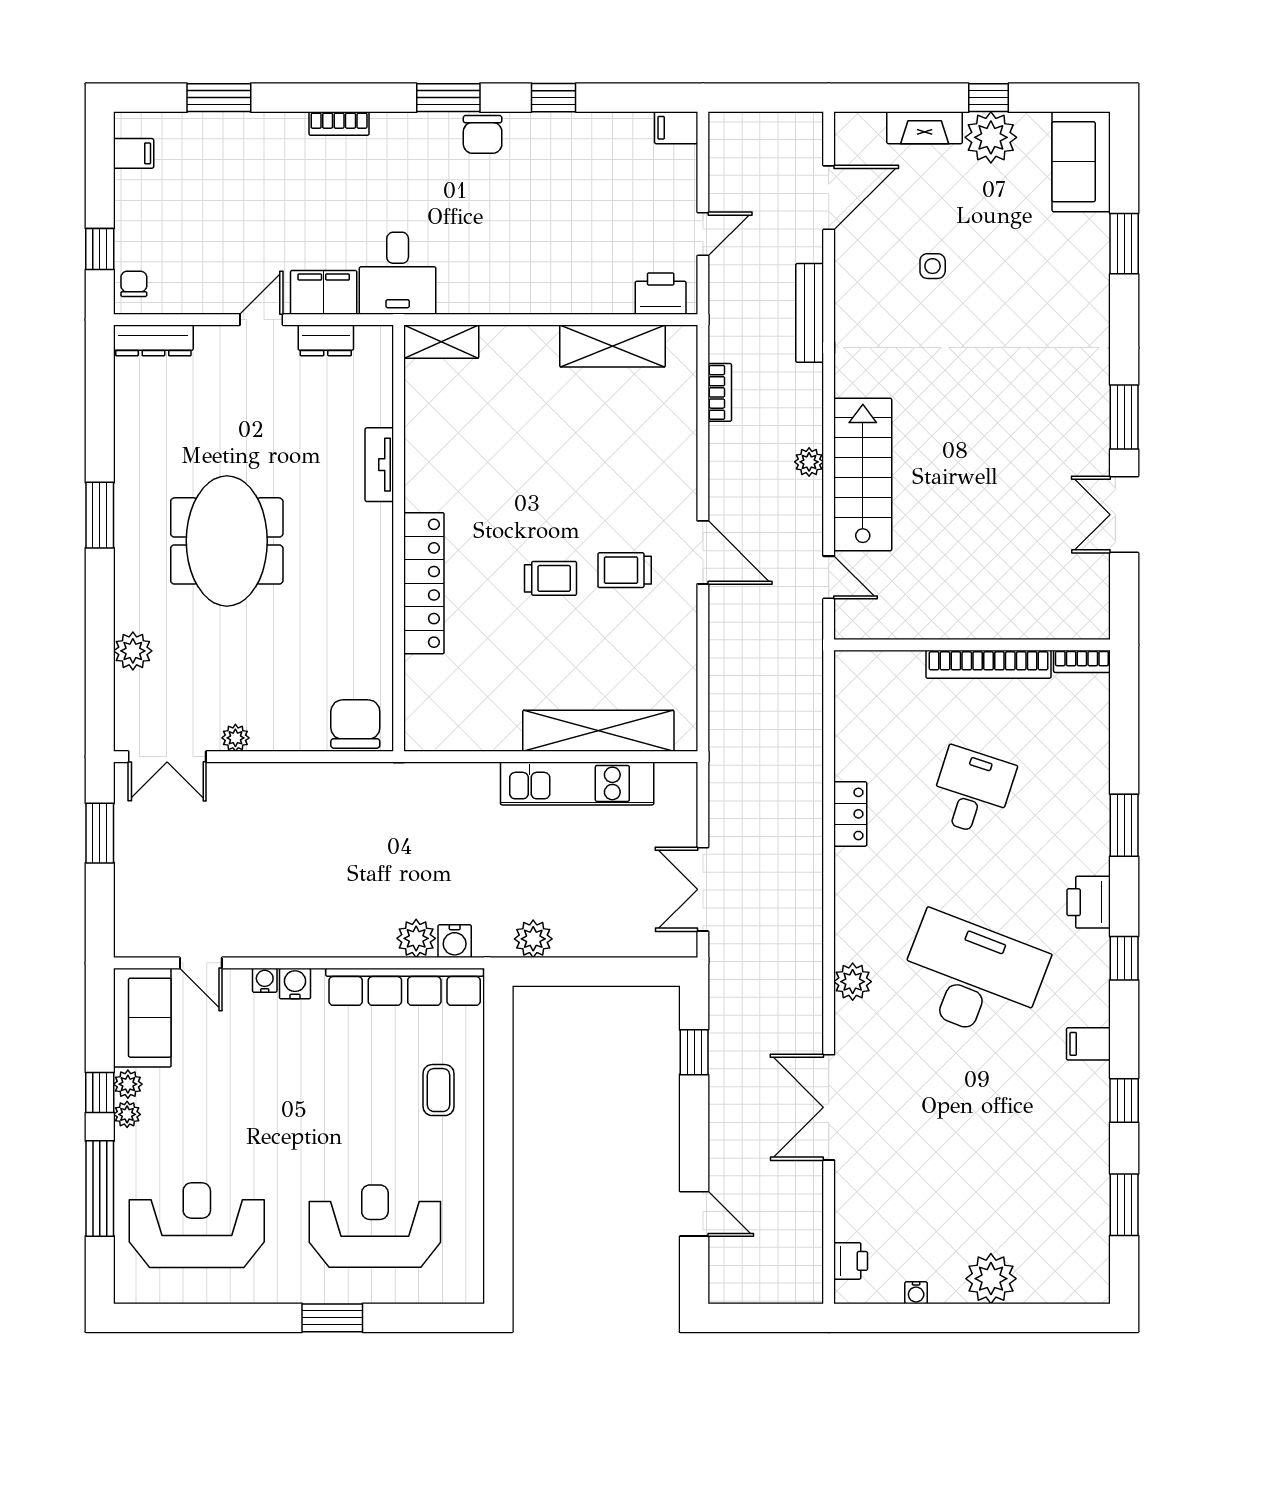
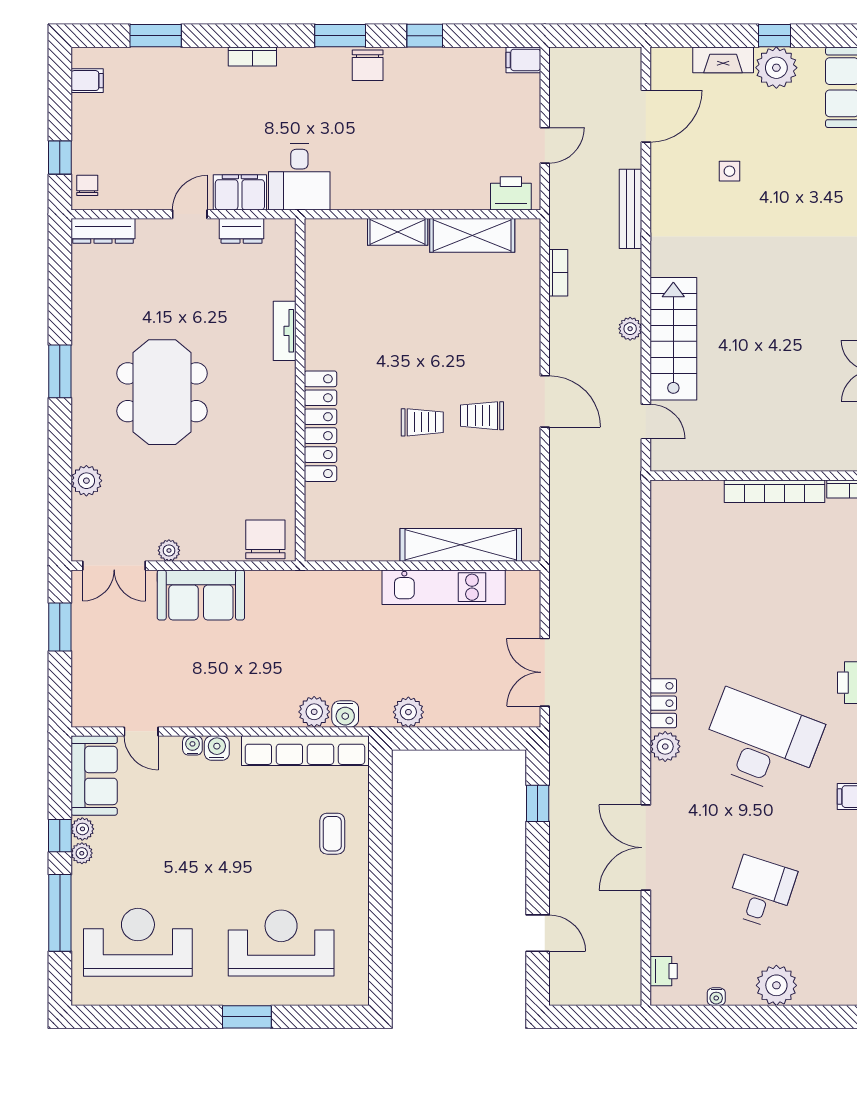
shelving: (441, 342) -> (398, 232), moved
desk: (972, 791) -> (761, 892), moved
sofa: (275, 793) -> (201, 595), added
locker: (850, 814) -> (663, 703), moved

